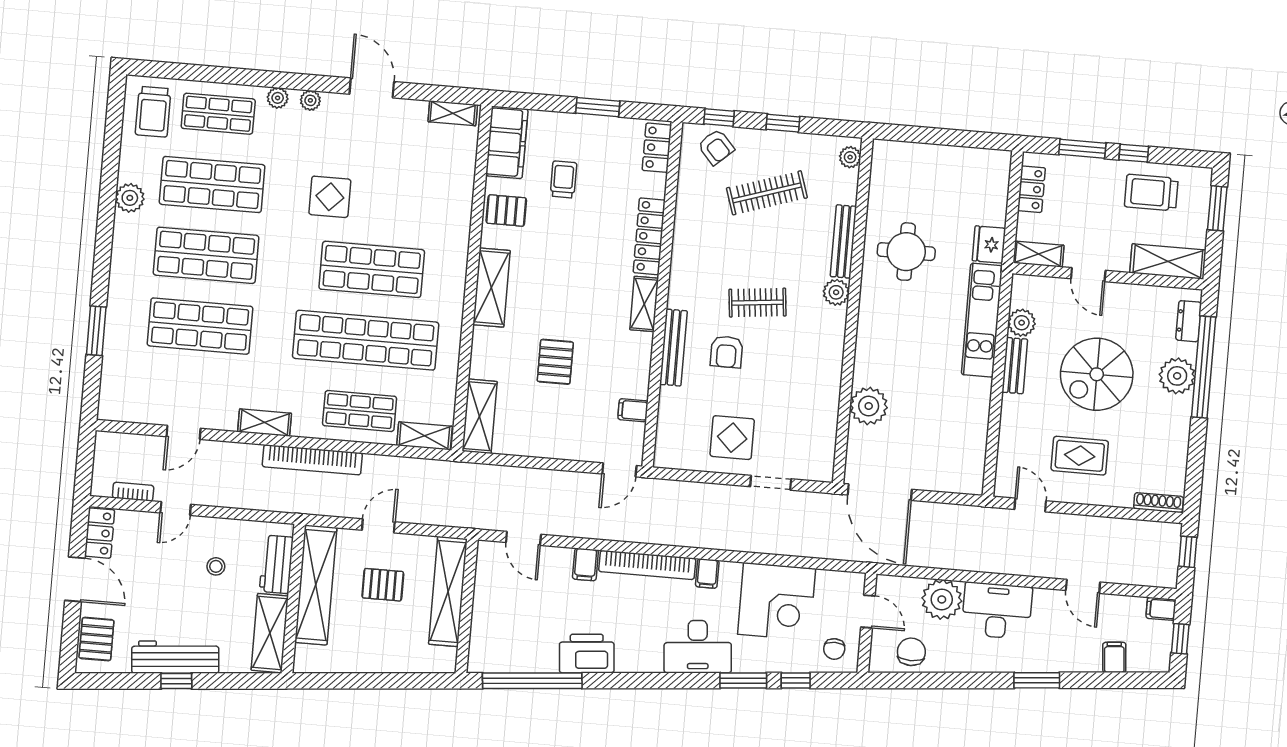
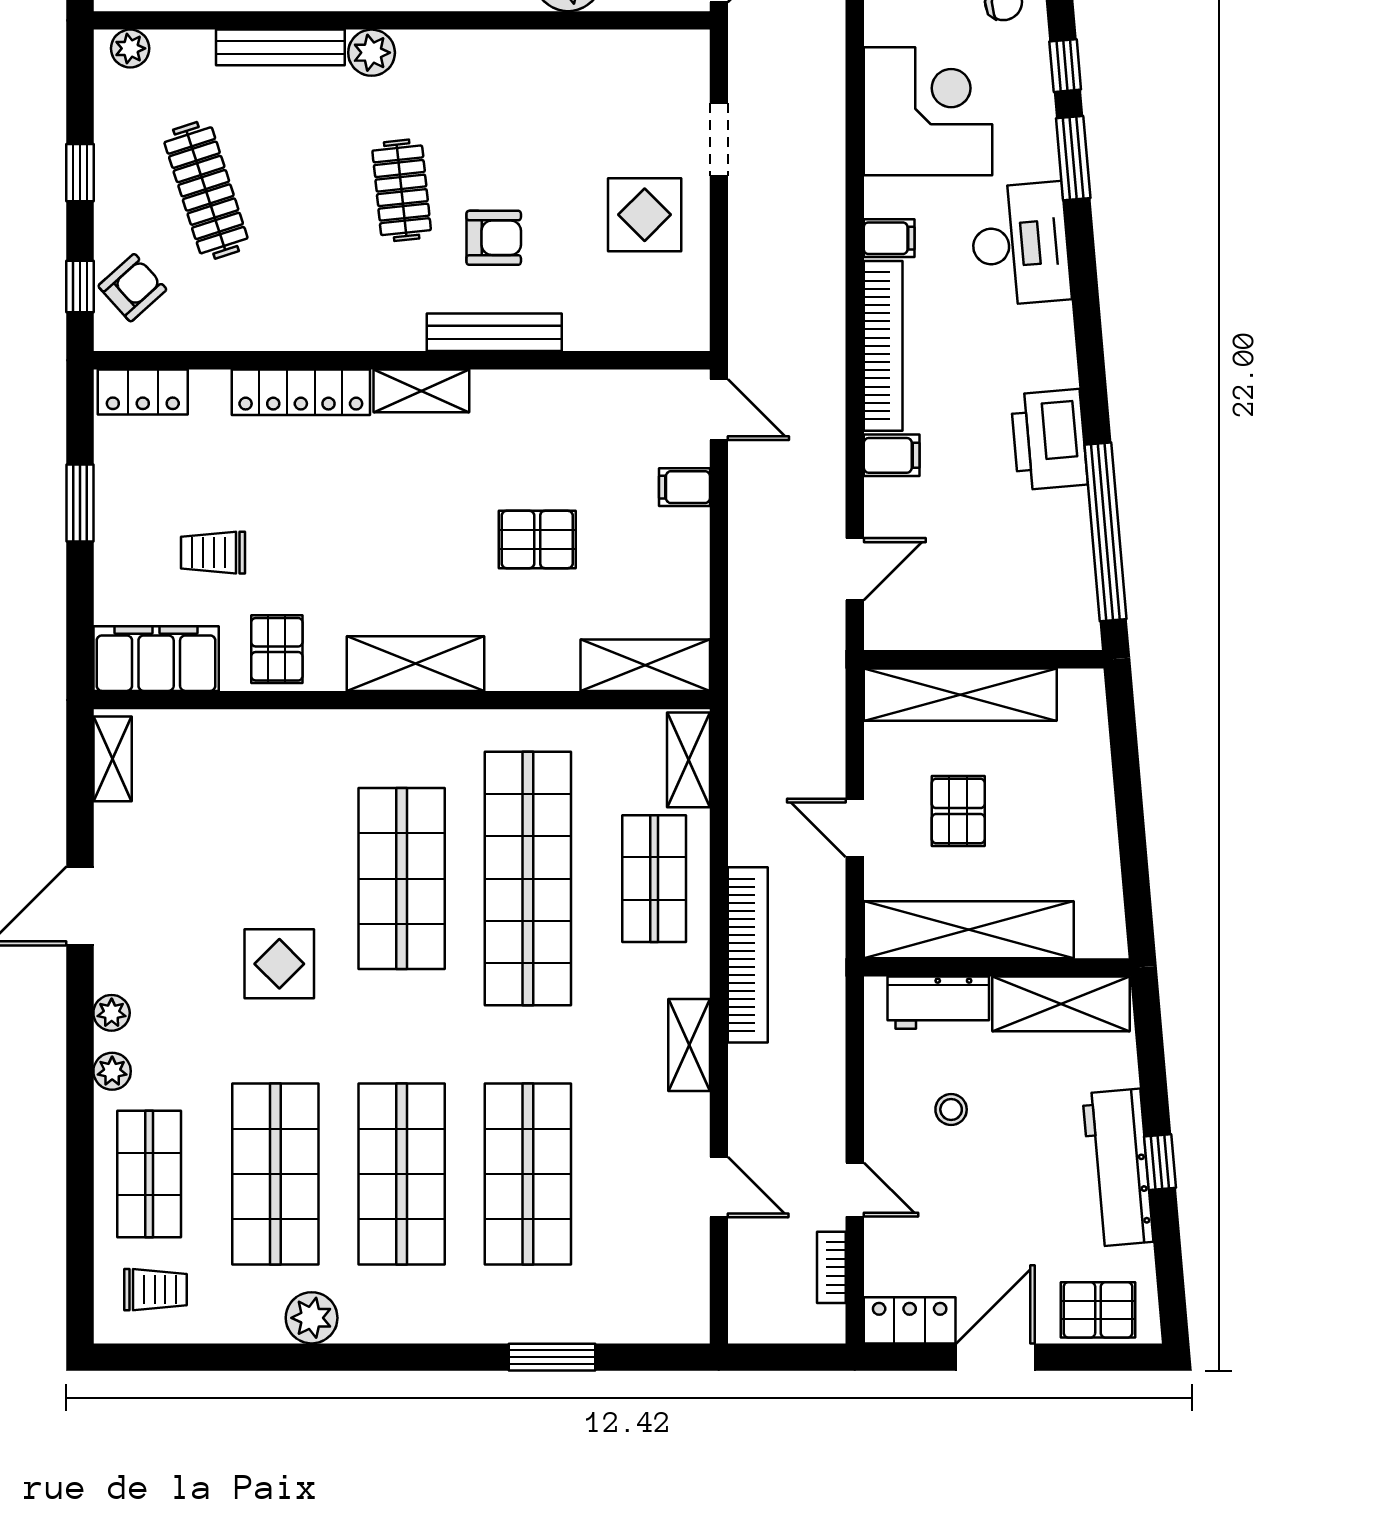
trolley: (153, 112) -> (156, 1290), width x0.73, depth x0.72
filing cabinet: (633, 410) -> (684, 487), moved, turned 90

